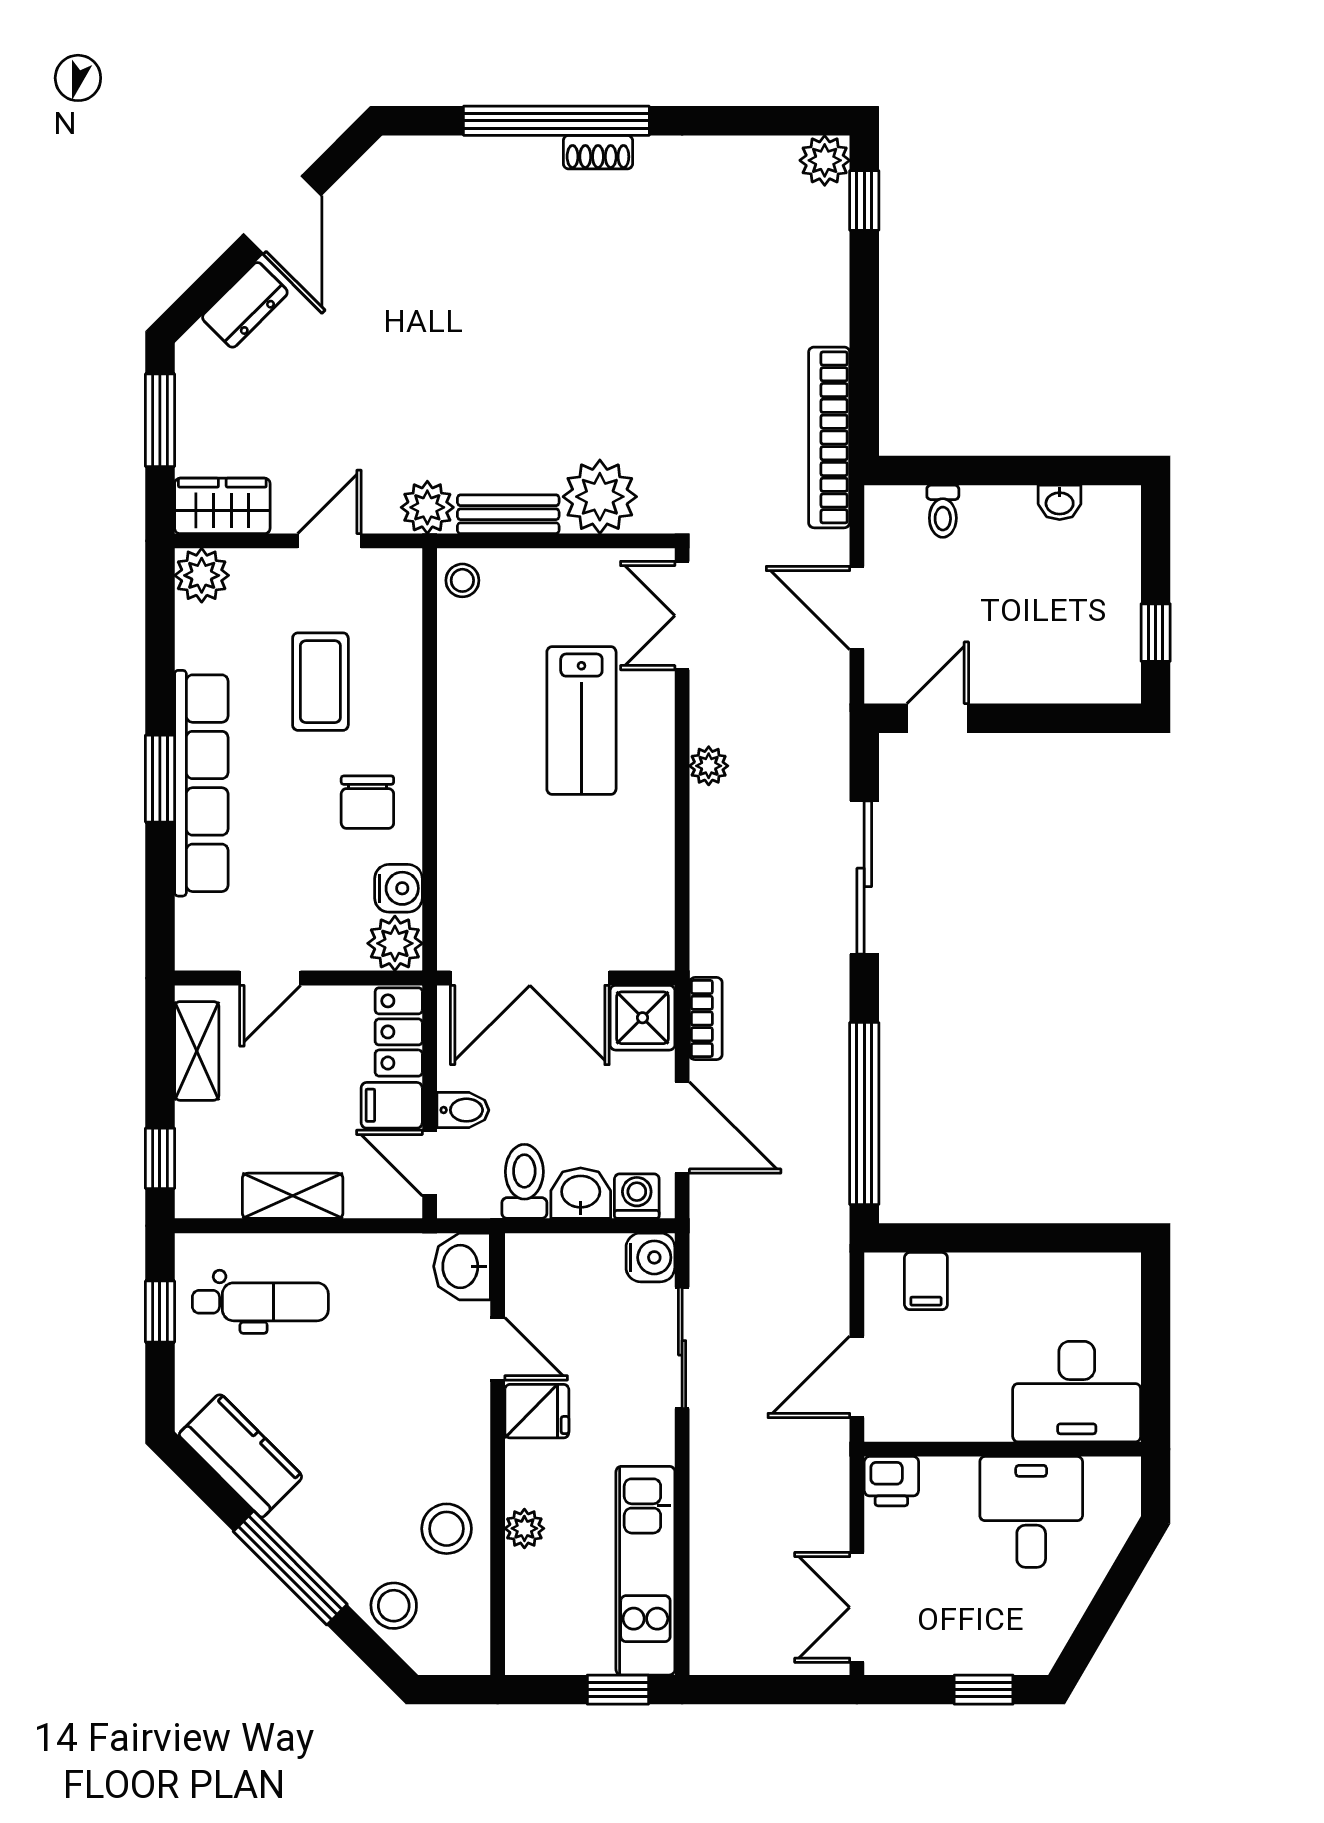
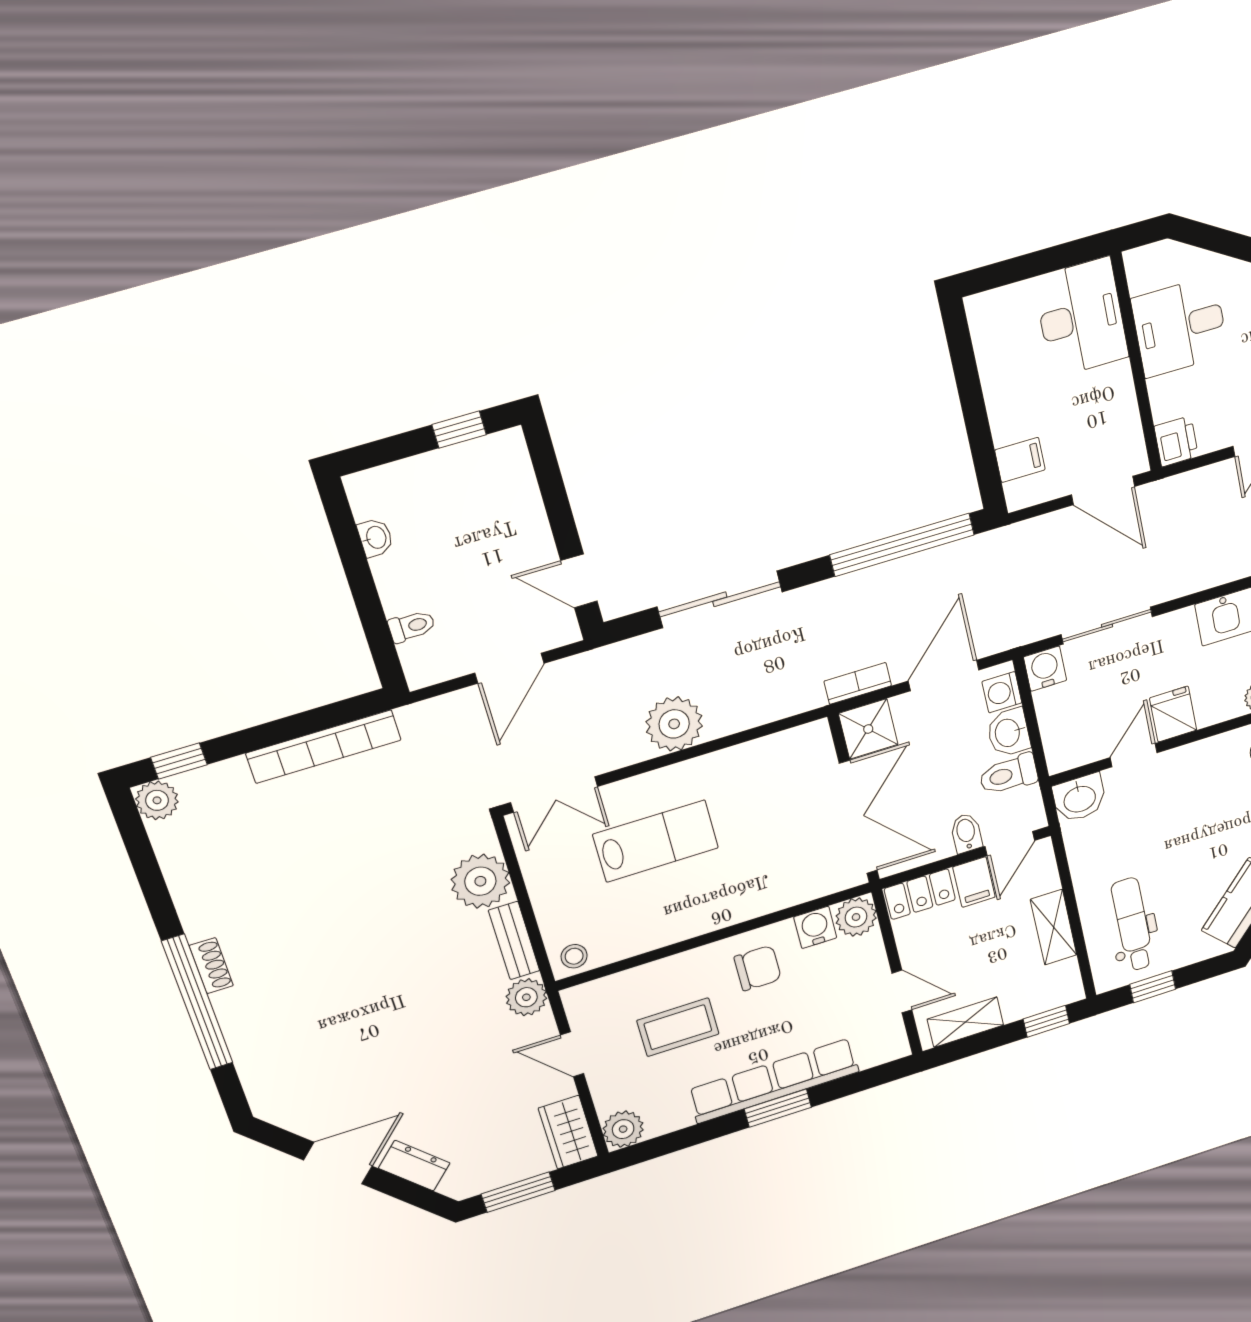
bookcase: (829, 437) -> (324, 747), moved
plant: (709, 766) -> (674, 724), width x1.87, depth x1.87

